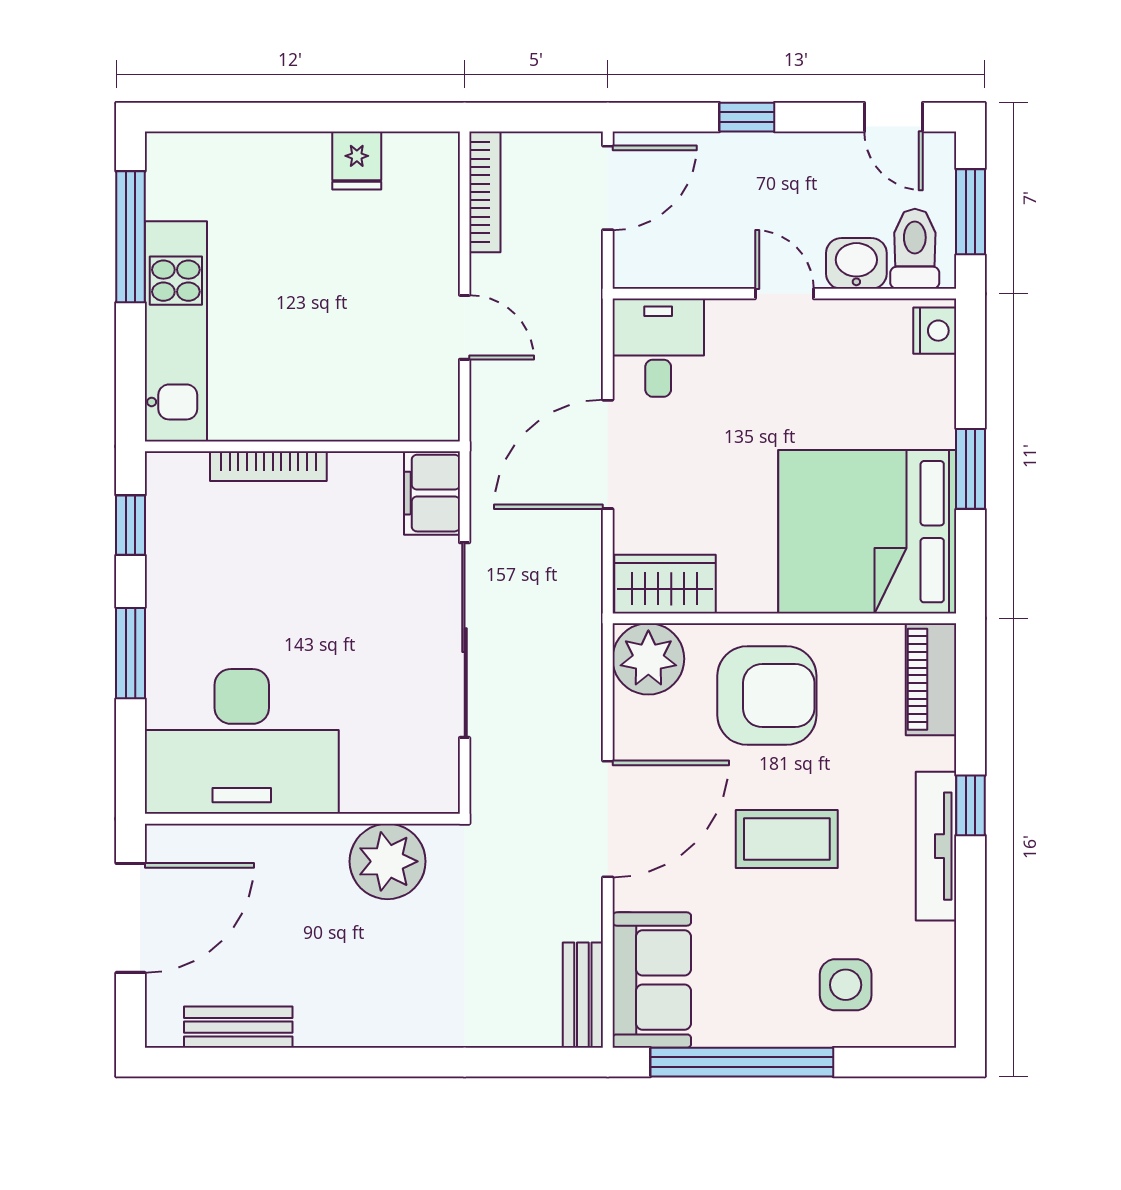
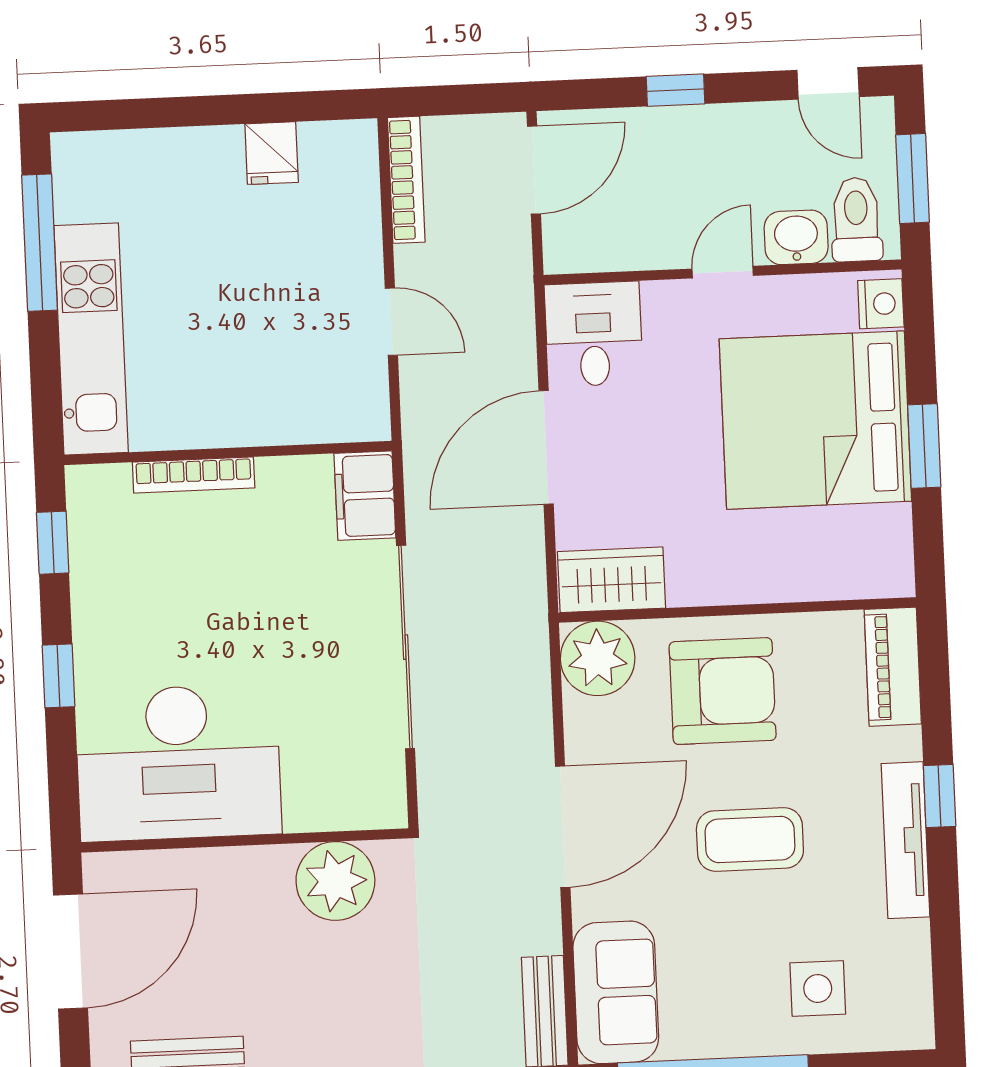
door: (784, 294) -> (723, 272), hinge flipped
bed: (867, 532) -> (815, 420), moved
window: (130, 653) -> (58, 676), width x0.67

